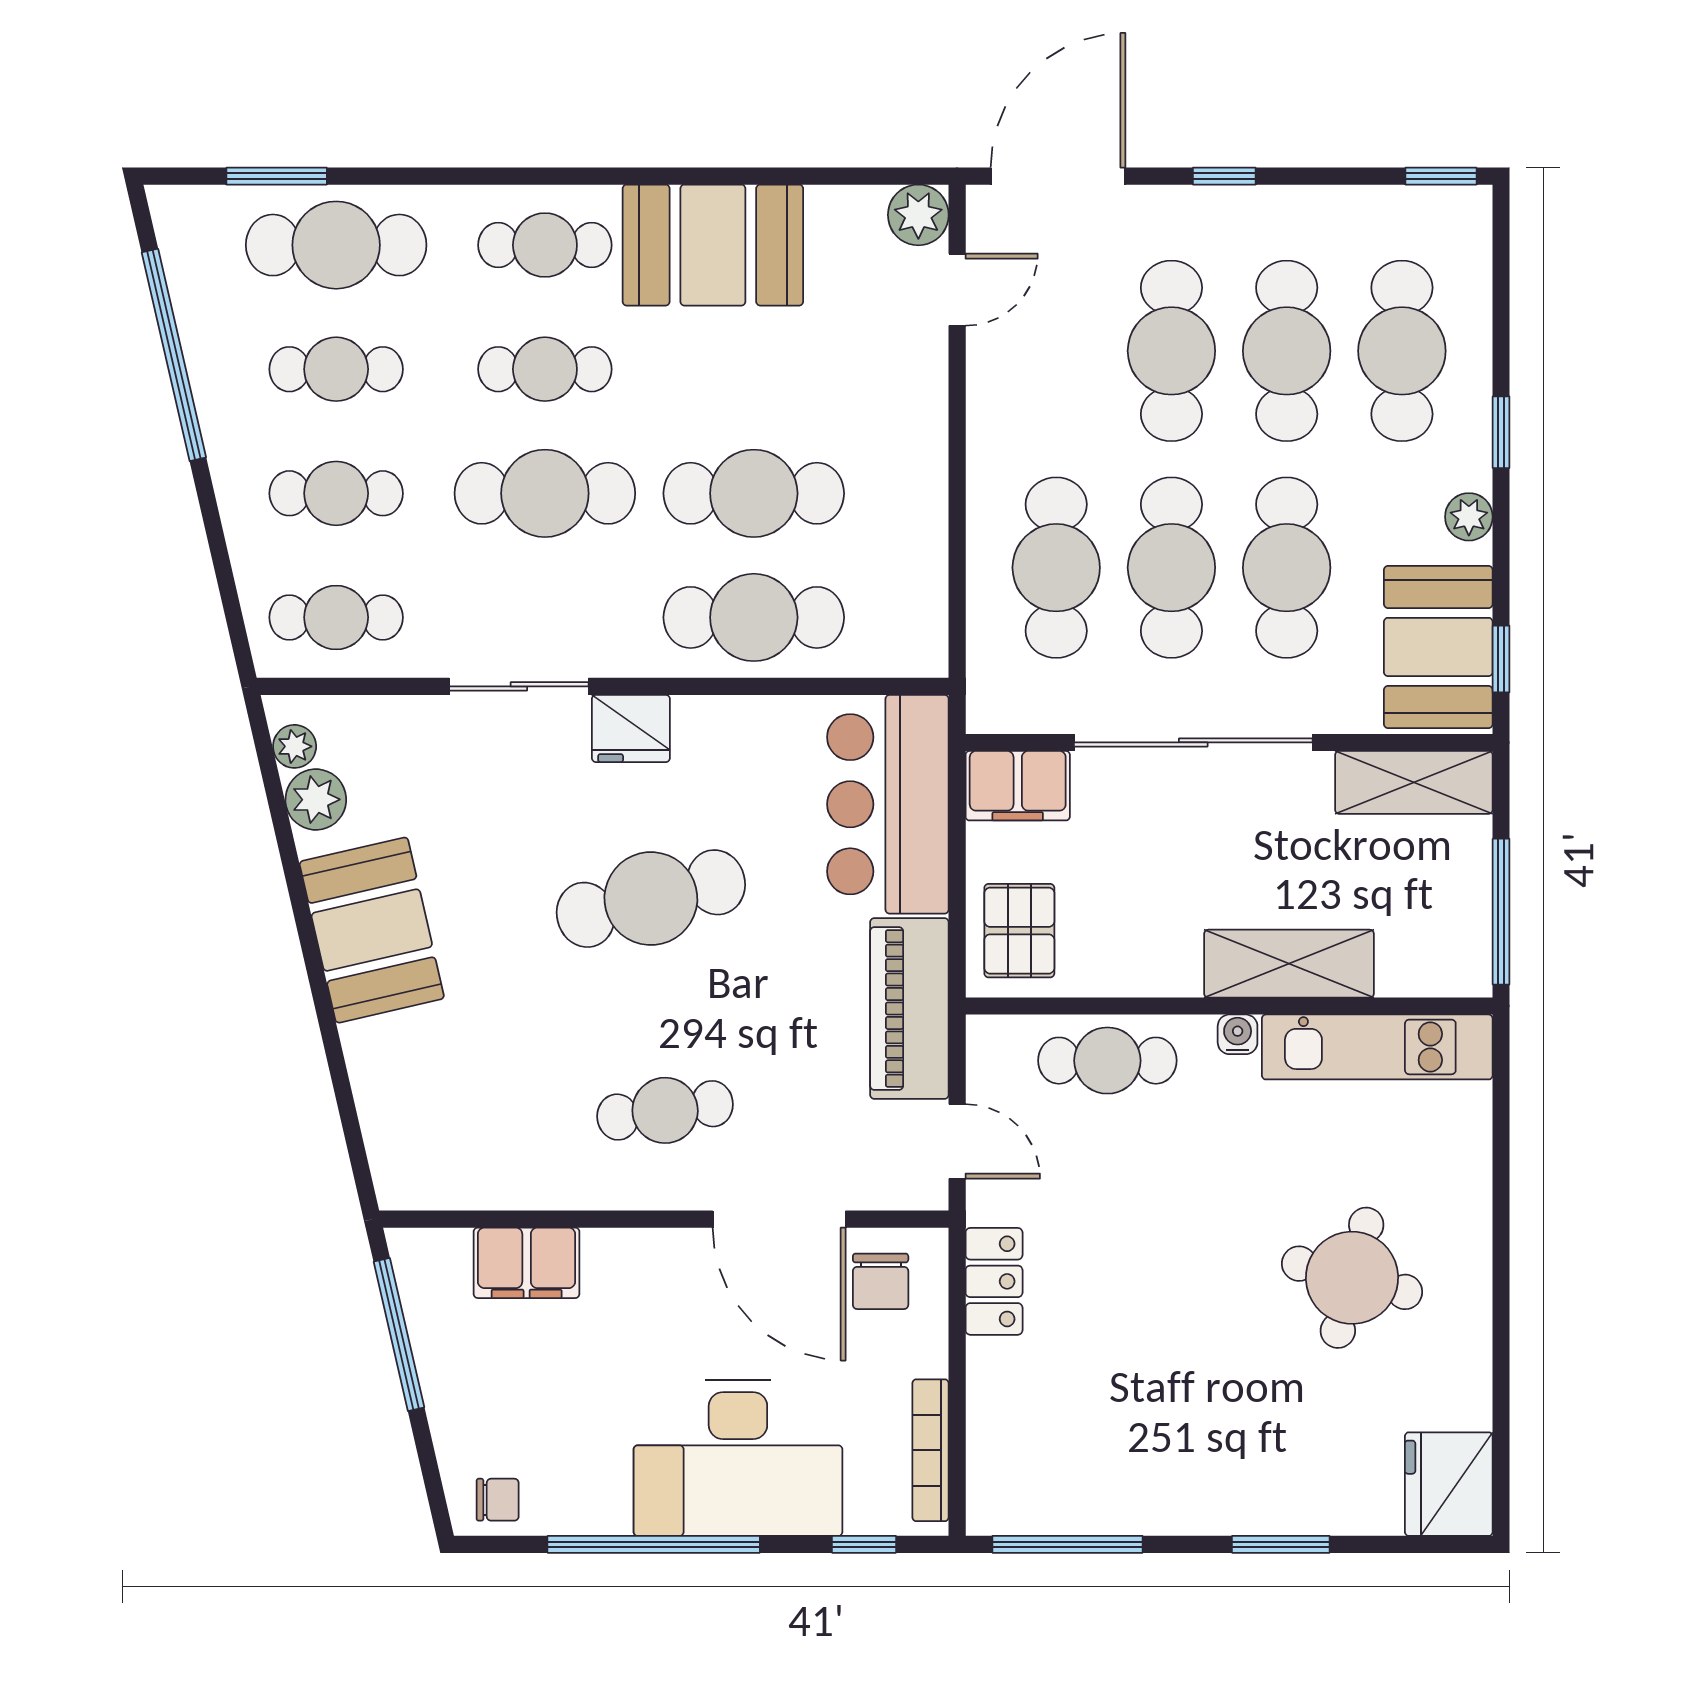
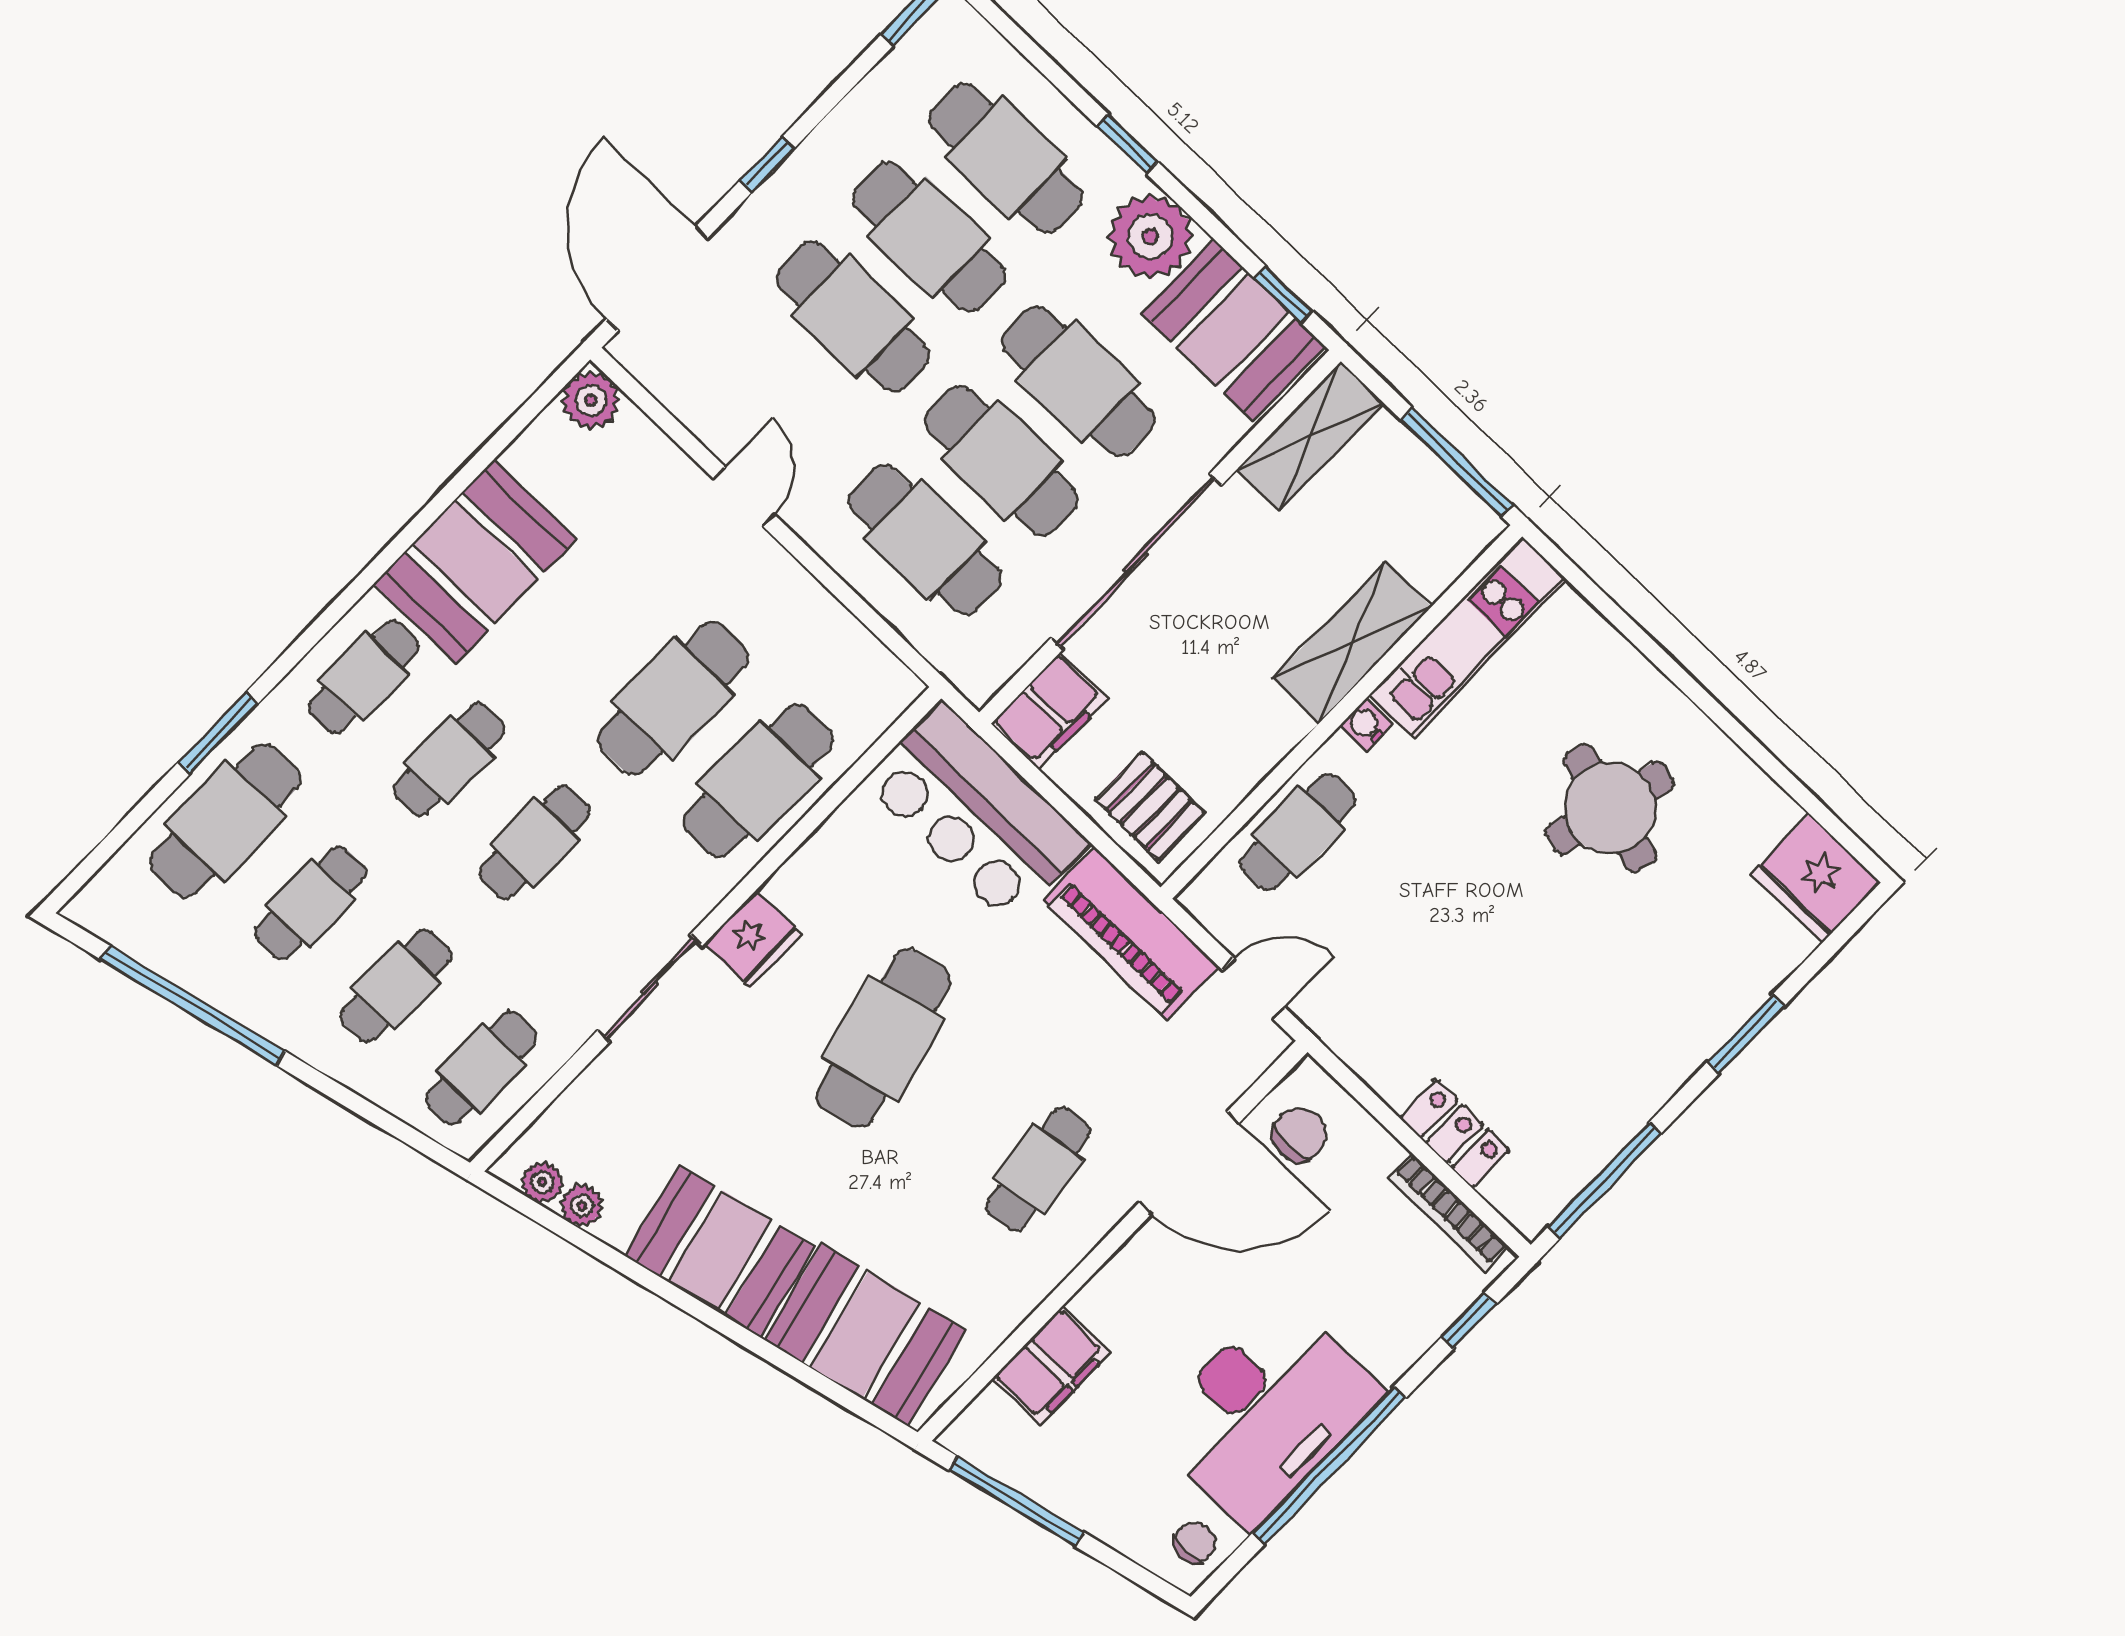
window: (277, 176) -> (218, 733), moved
door: (957, 290) -> (744, 497), moved
cafe table: (545, 493) -> (534, 842), width x0.73, depth x0.74
plant: (1469, 517) -> (1150, 237), width x1.88, depth x1.88
plant: (316, 799) -> (582, 1206), width x0.73, depth x0.73
booth: (414, 1100) -> (865, 1335), added
chair: (881, 1281) -> (1299, 1134), turned -90
locker: (994, 1281) -> (1455, 1134), moved
desk: (738, 1458) -> (1265, 1412), moved

